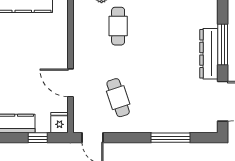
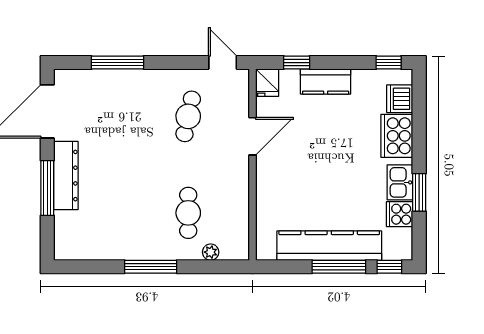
door: (70, 83) -> (253, 136), hinge flipped
cafe table: (118, 98) -> (188, 116), turned 30

